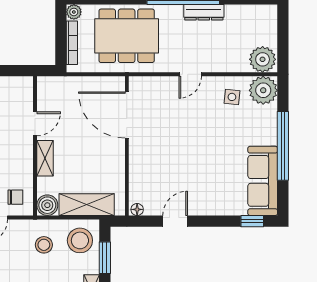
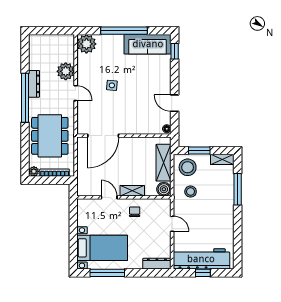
plant: (263, 59) -> (66, 71), moved
side table: (232, 97) -> (112, 85), moved
chair: (15, 197) -> (135, 212), moved

